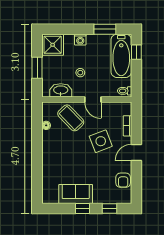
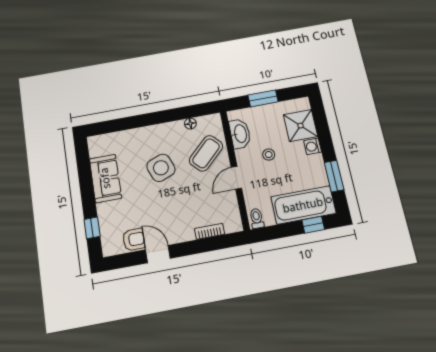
shower: (53, 45) -> (300, 126), moved
side table: (101, 141) -> (161, 168), moved
door: (136, 153) -> (158, 254), moved
armchair: (123, 180) -> (134, 239), turned 180
window: (83, 208) -> (87, 191), removed

